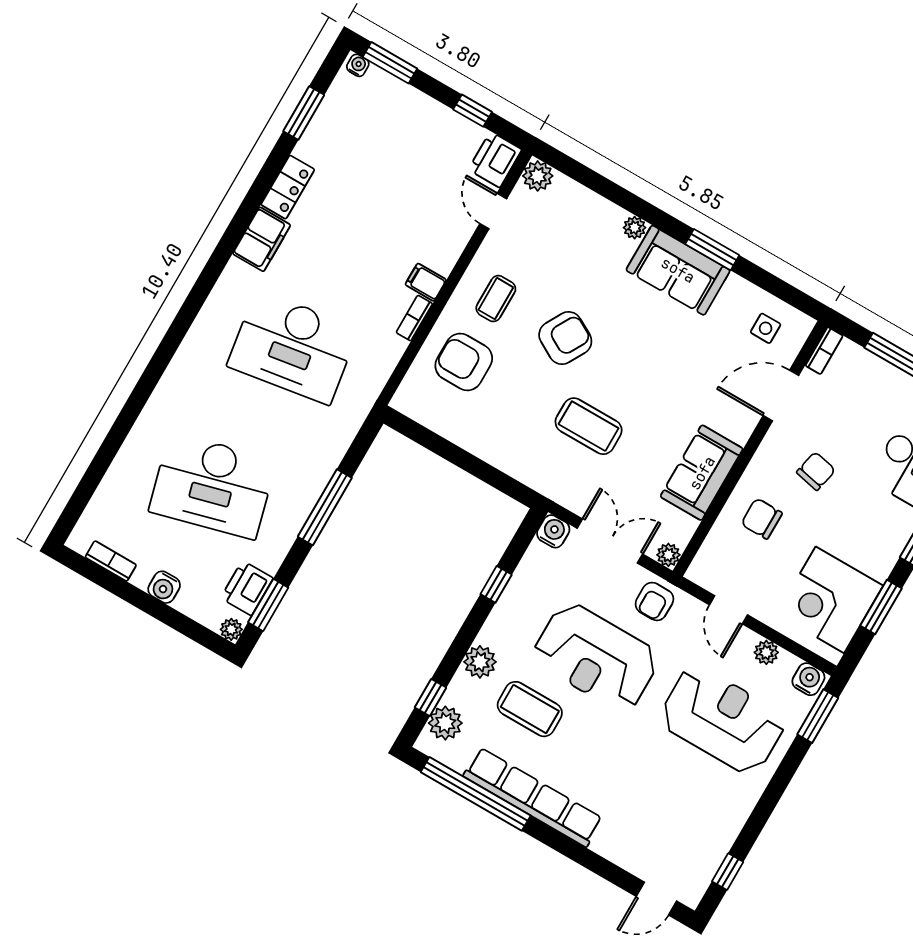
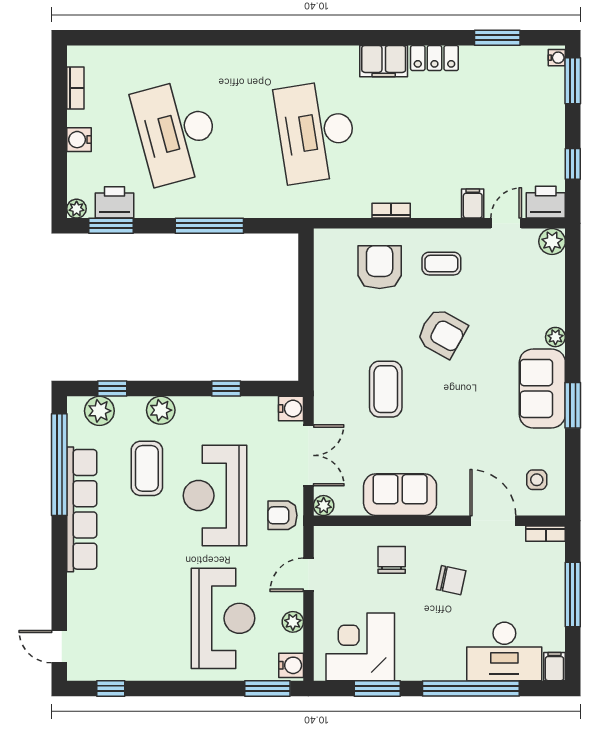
filing cabinet: (426, 282) -> (473, 204), moved

